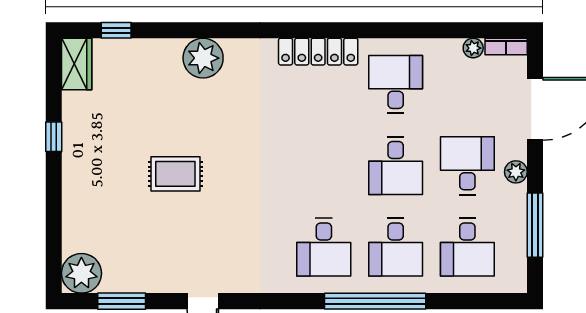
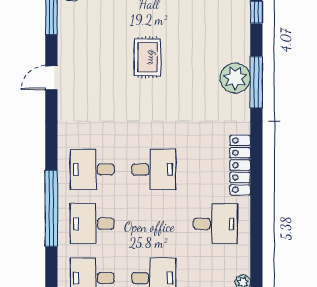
window: (209, 30) -> (256, 82), added
desk: (396, 166) -> (154, 169), moved, turned 180

